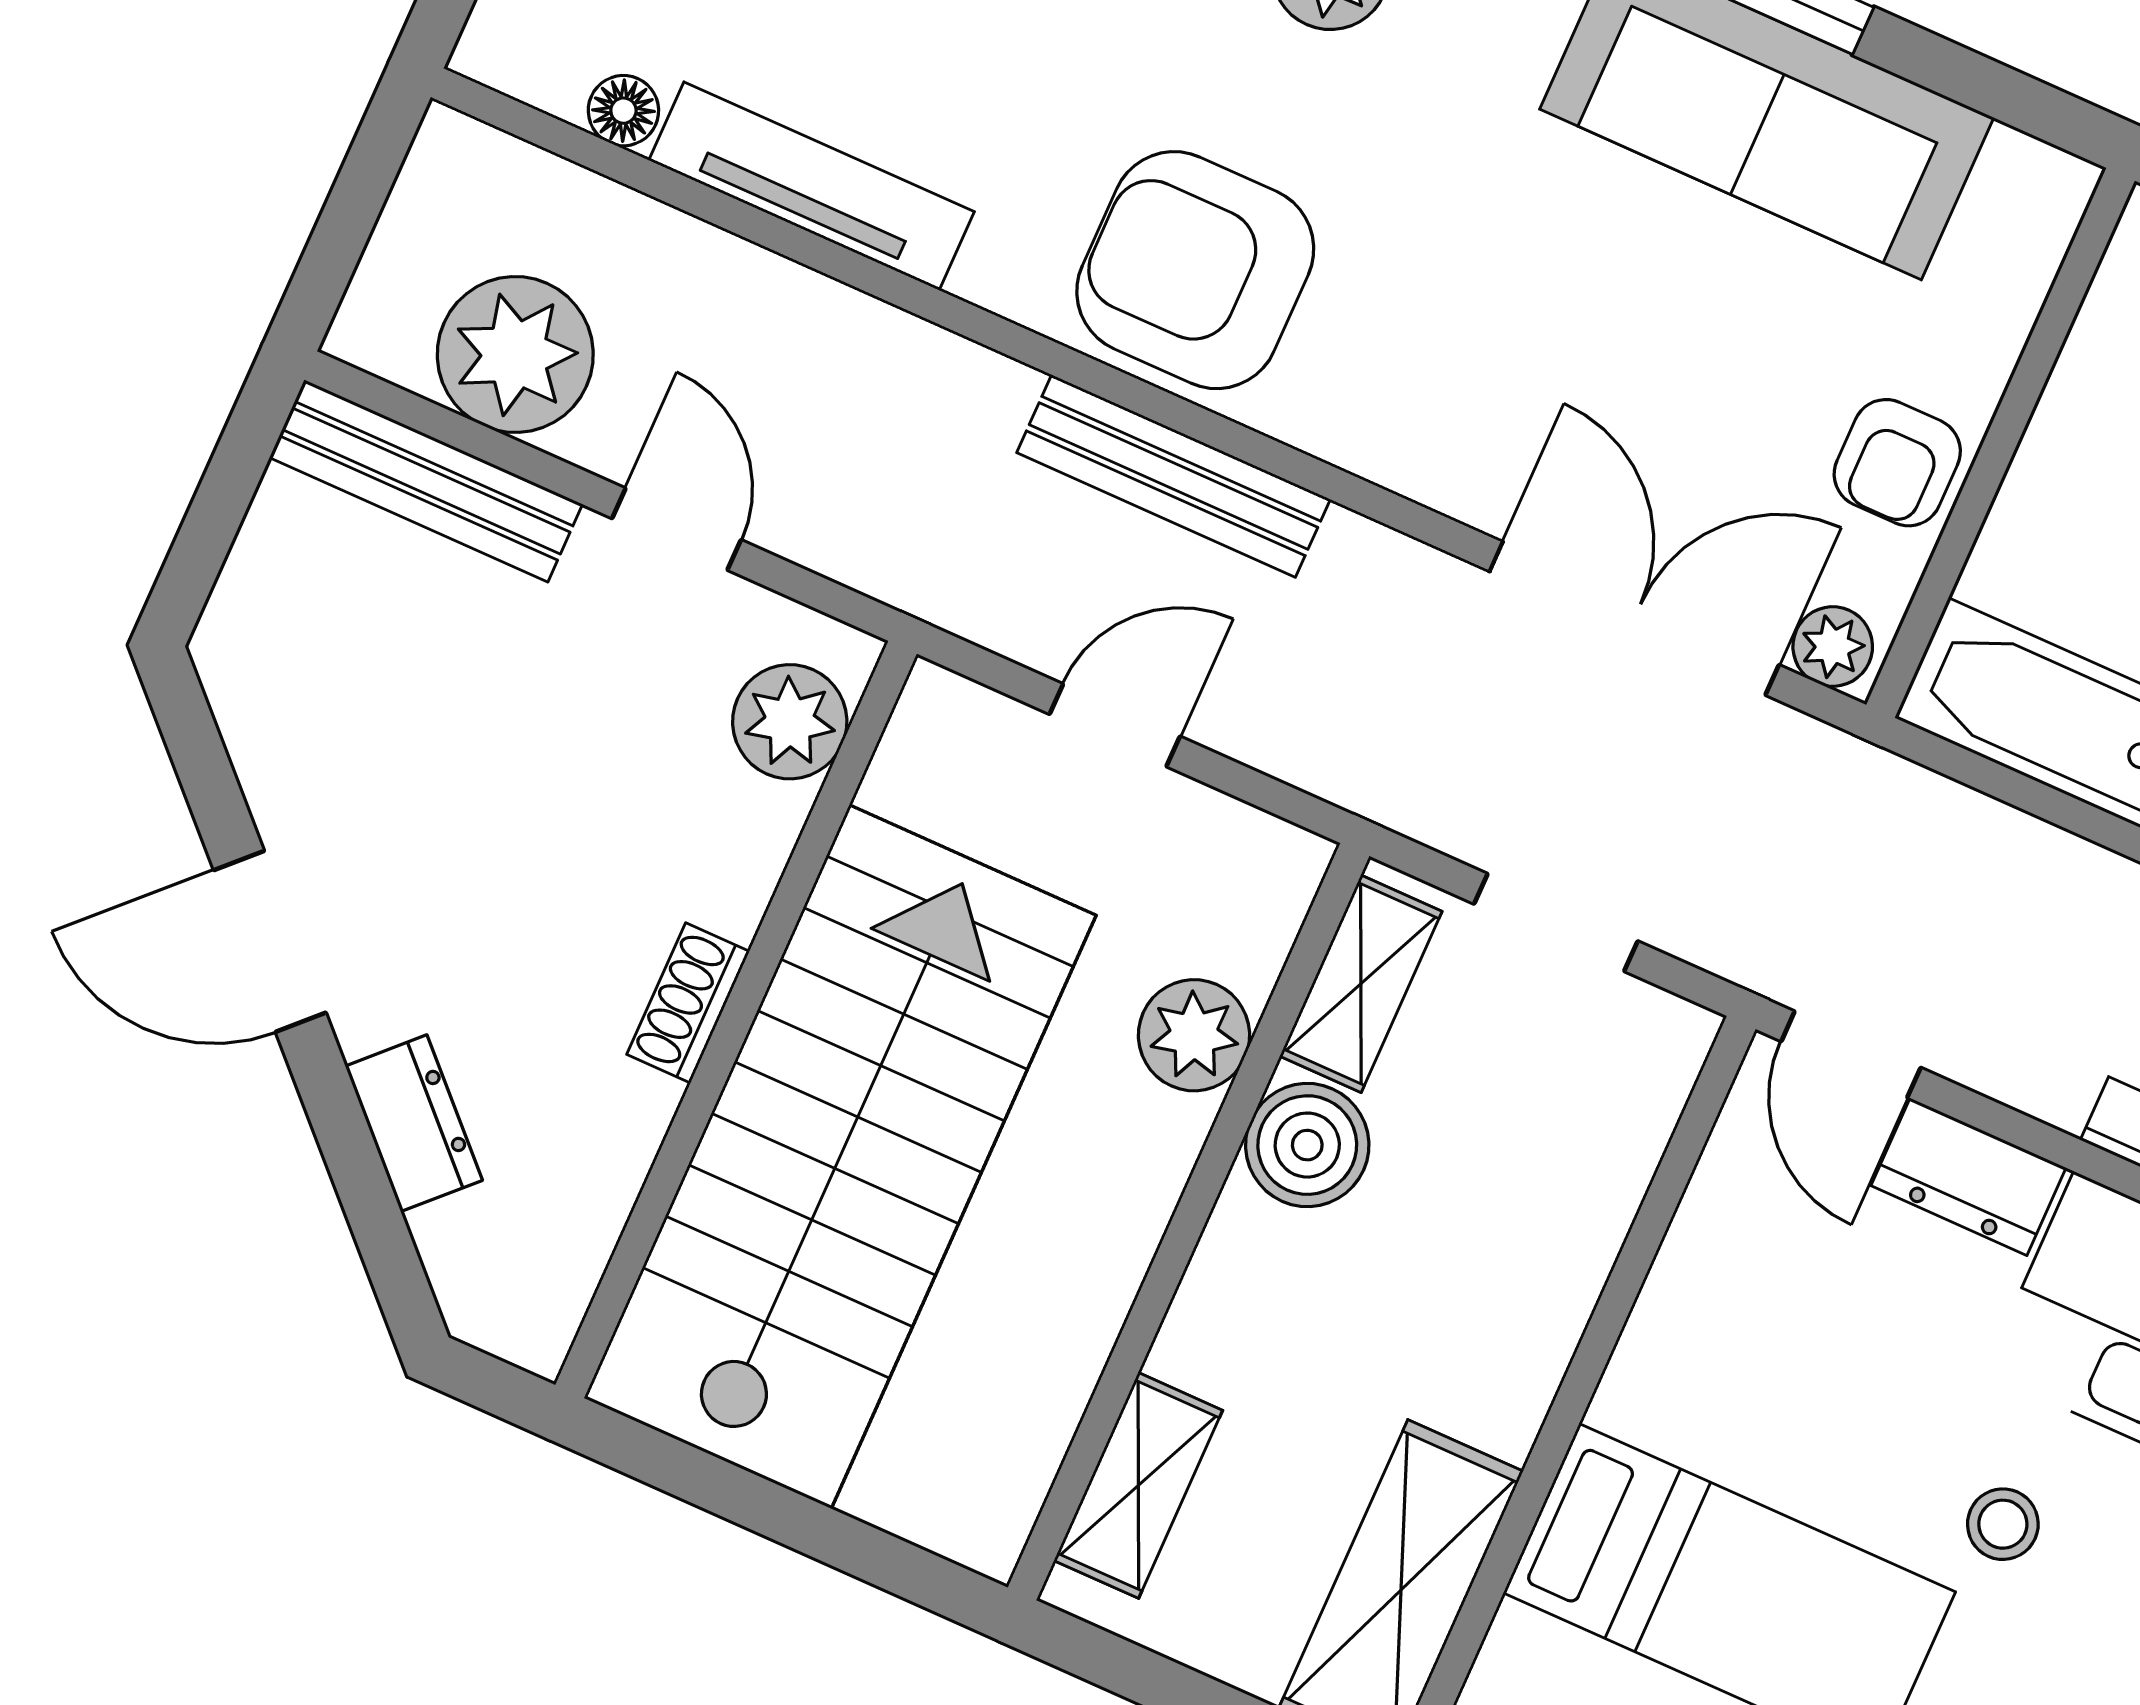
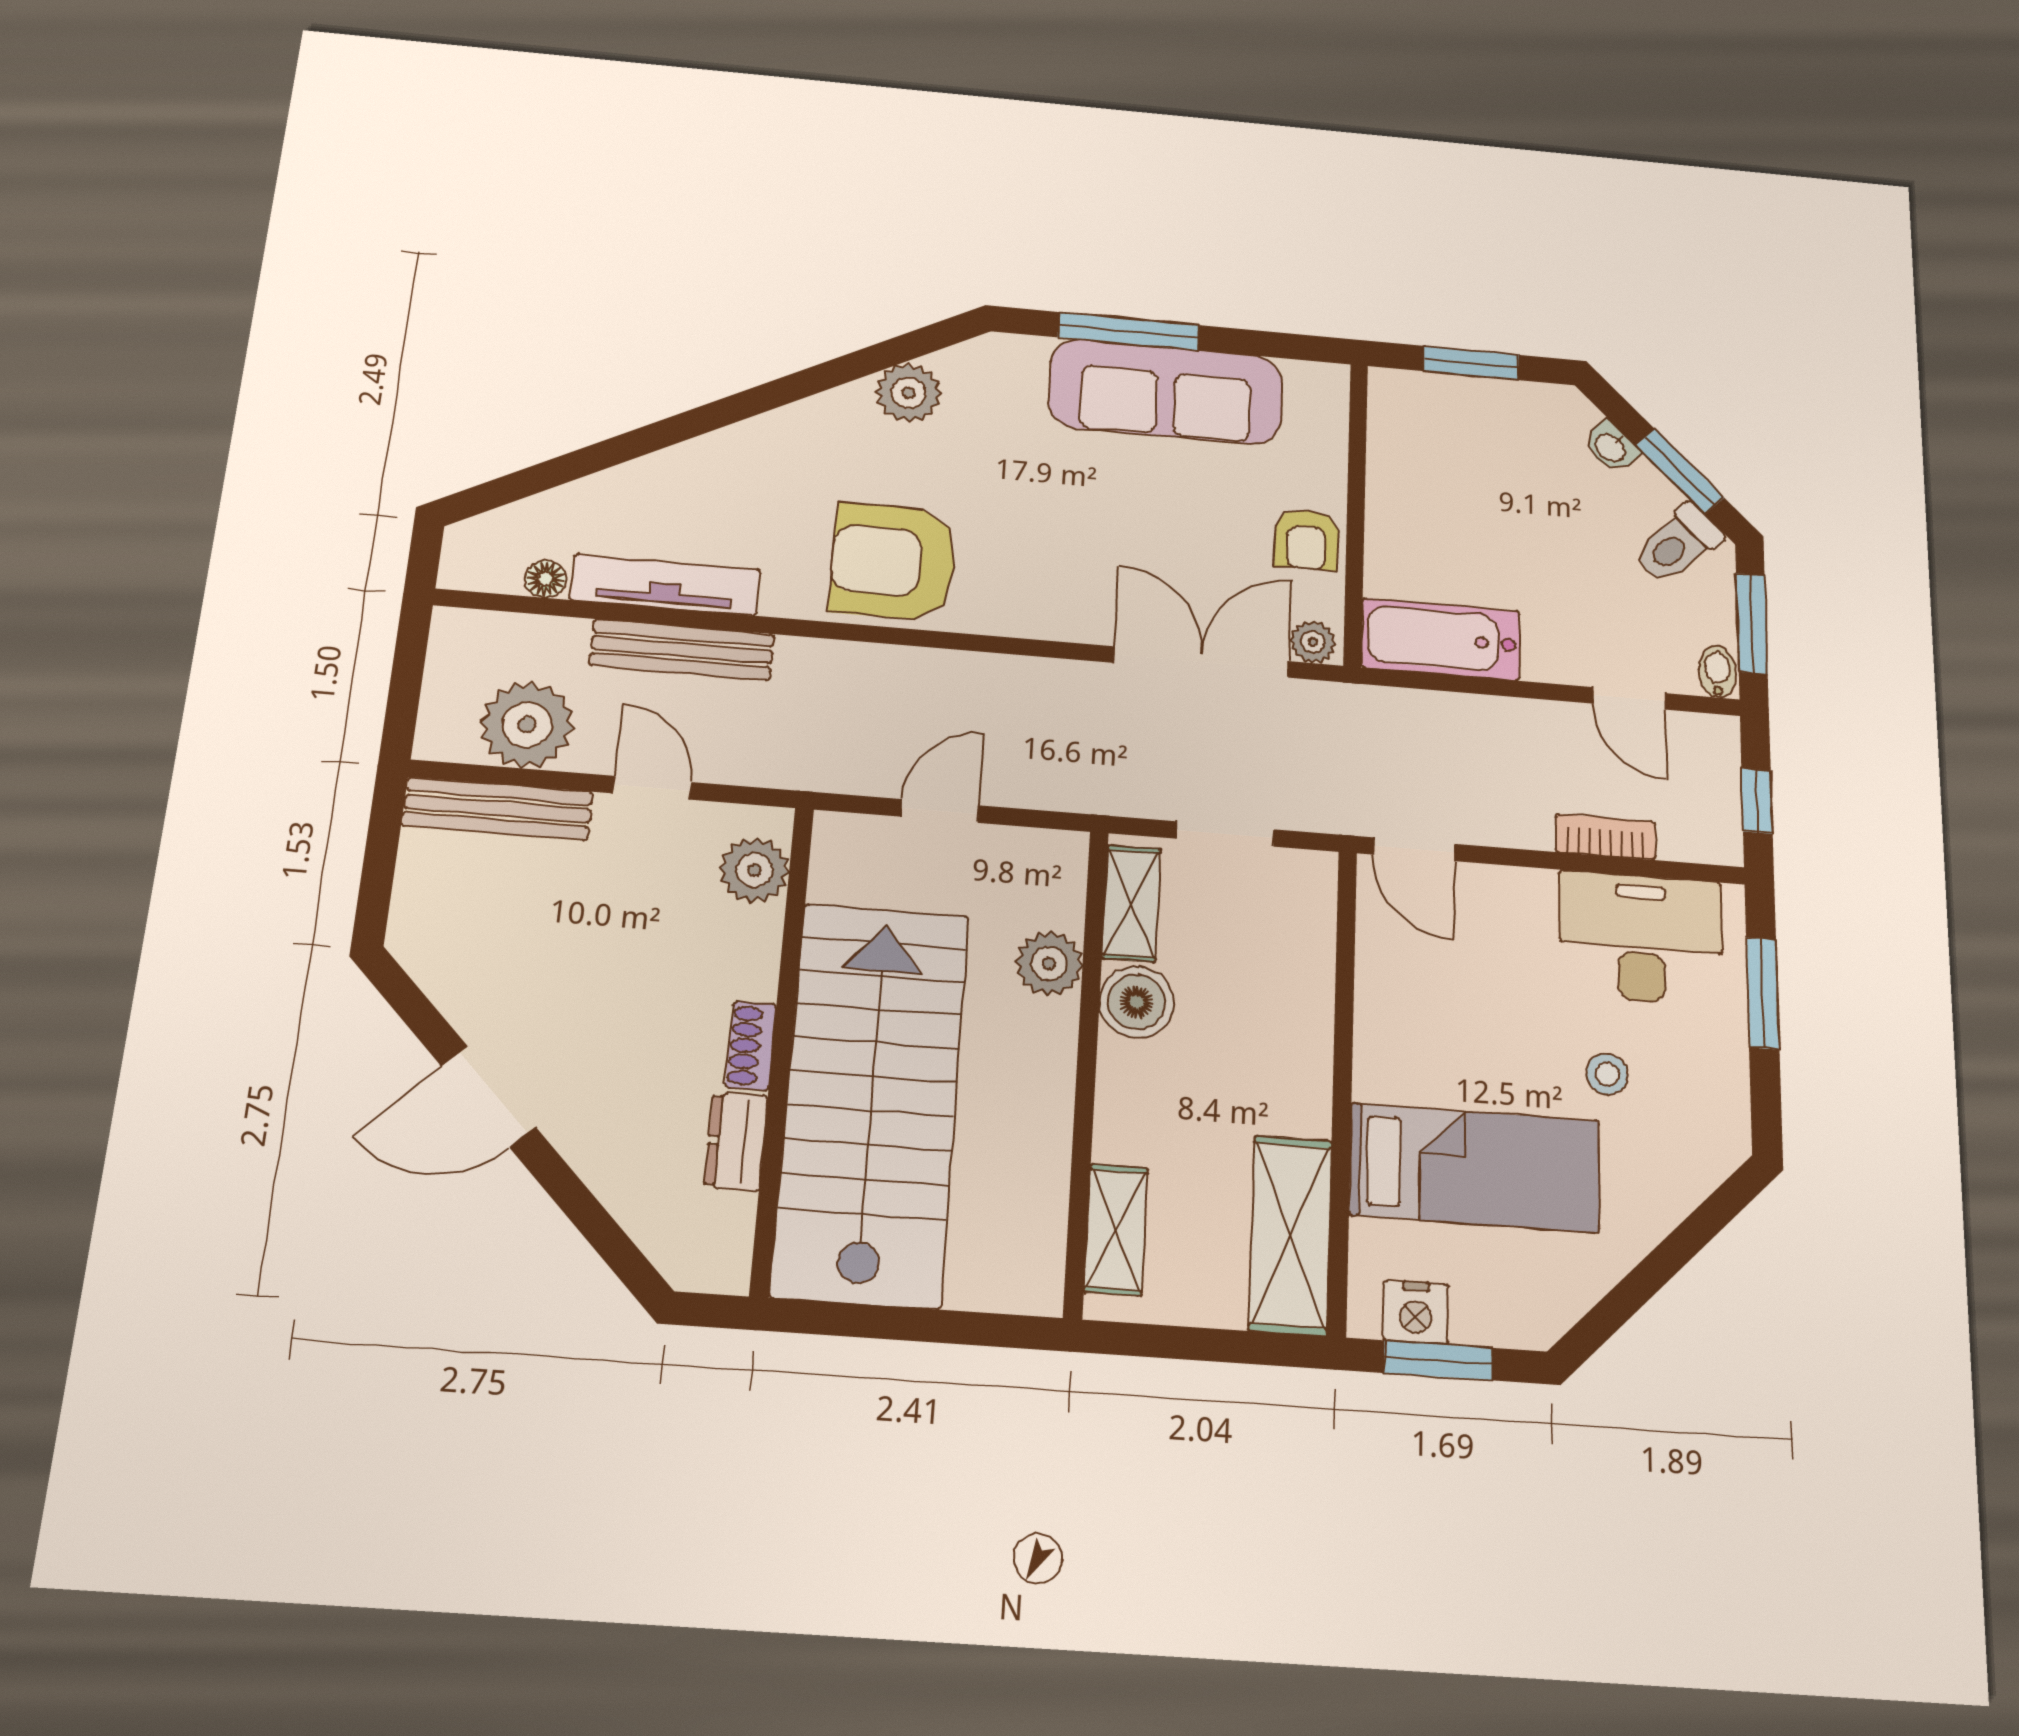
bench: (1173, 476) -> (682, 650), moved
dresser: (414, 1123) -> (736, 1142), moved, turned -135
dresser: (1969, 1177) -> (1505, 892), removed

